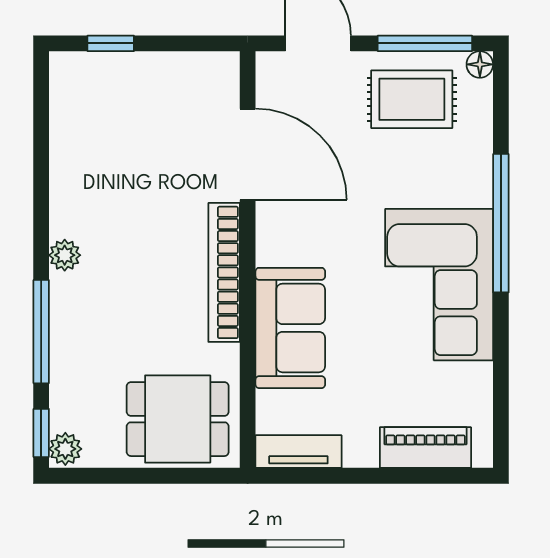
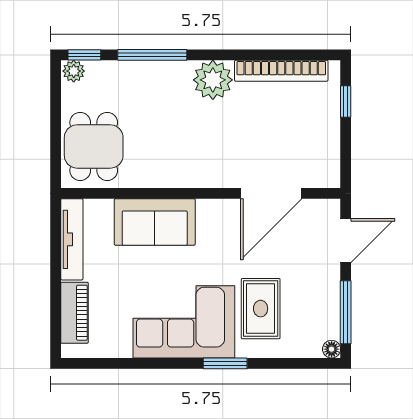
rug: (412, 99) -> (261, 309), moved
window: (501, 223) -> (225, 363), width x0.47
plant: (65, 255) -> (213, 80), width x1.88, depth x1.88
bookcase: (224, 272) -> (281, 71), moved, turned 180
tv unit: (298, 452) -> (72, 239), width x1.41

